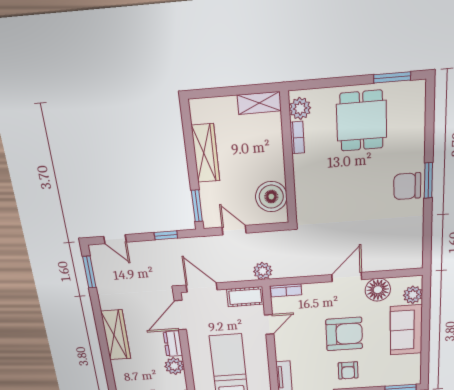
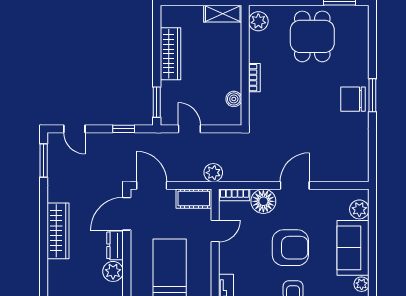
bookcase: (297, 138) -> (254, 78), moved
boiler: (271, 197) -> (234, 99), width x0.54, depth x0.54
floor lamp: (378, 290) -> (263, 201), moved
plant: (414, 361) -> (362, 284), added

